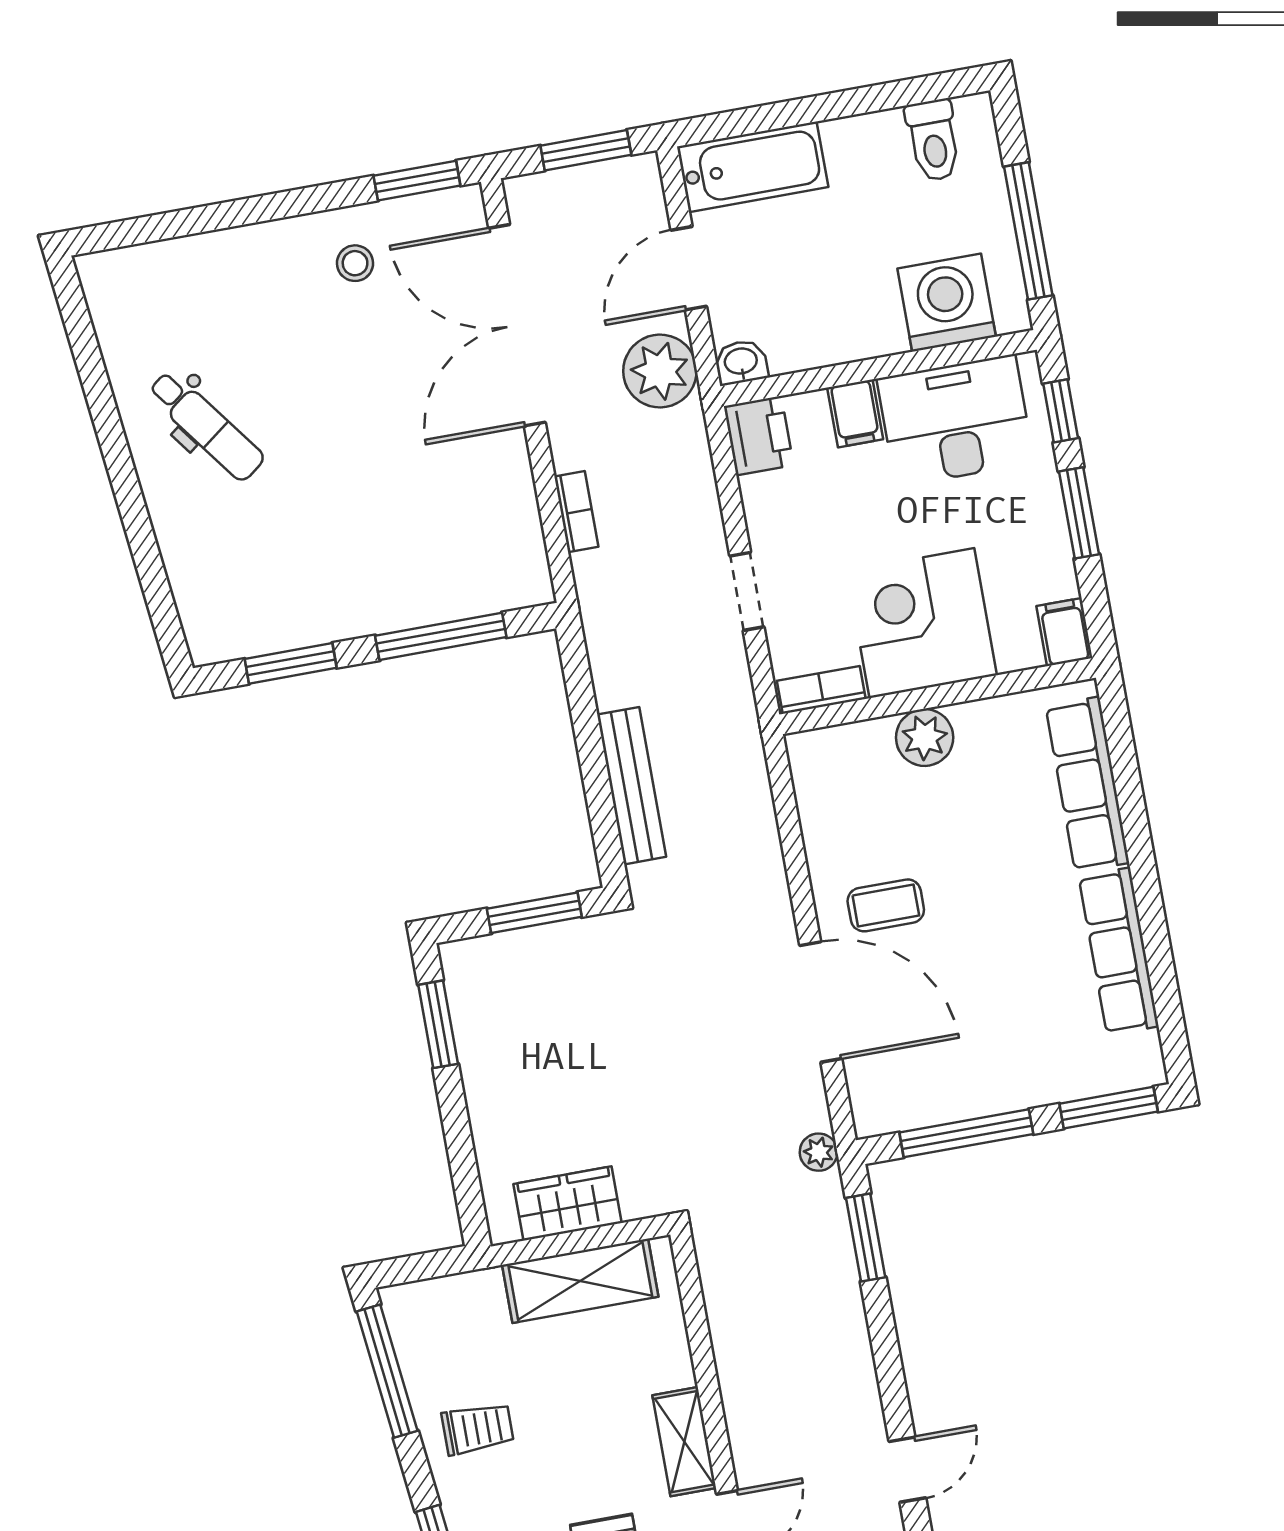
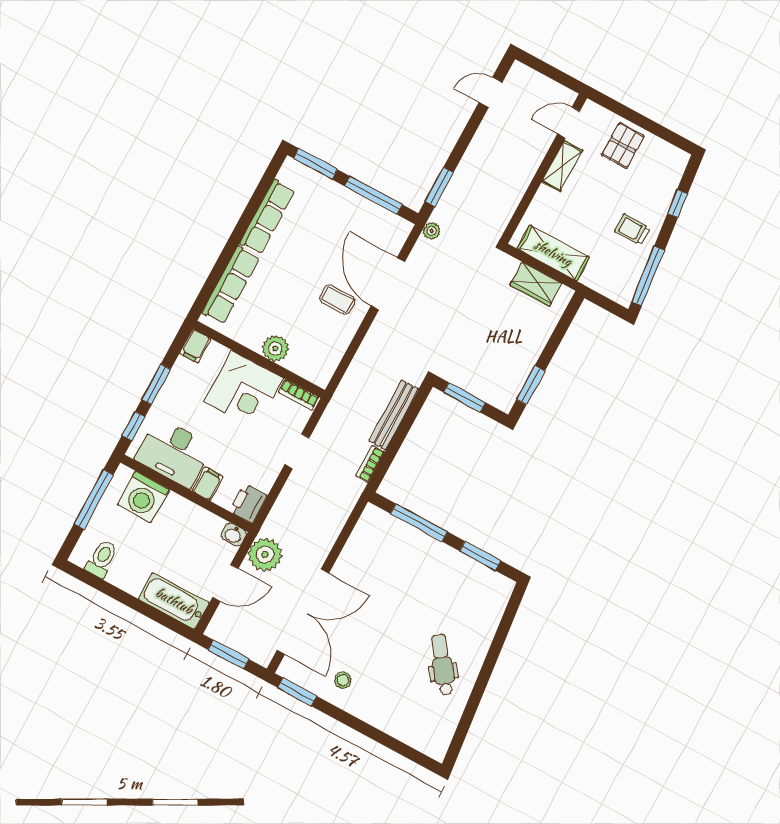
bookcase: (576, 512) -> (370, 464), moved

